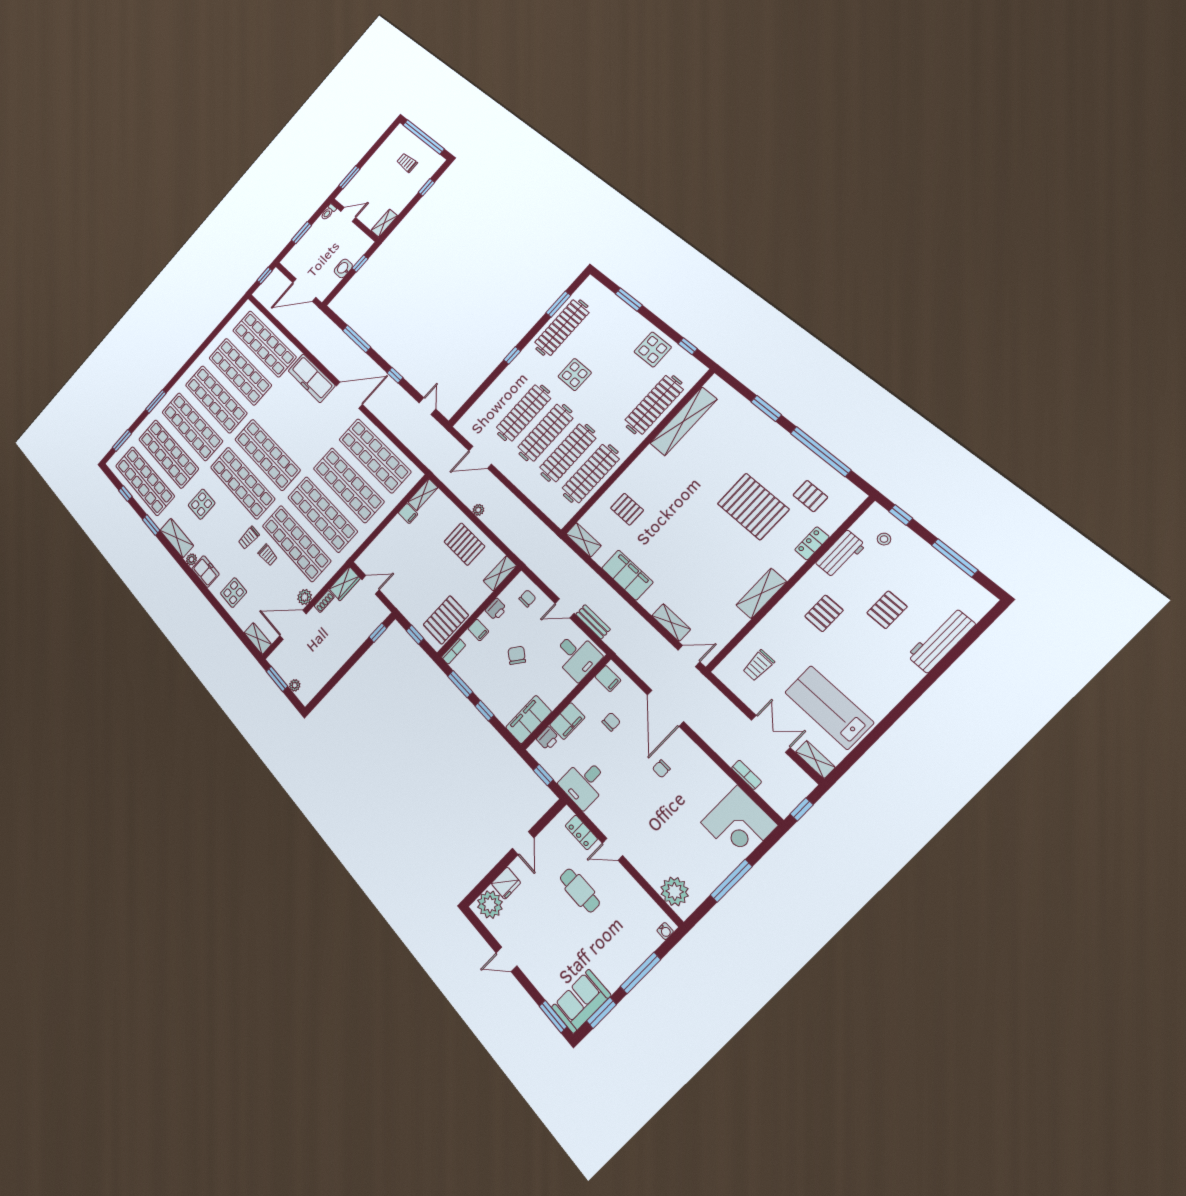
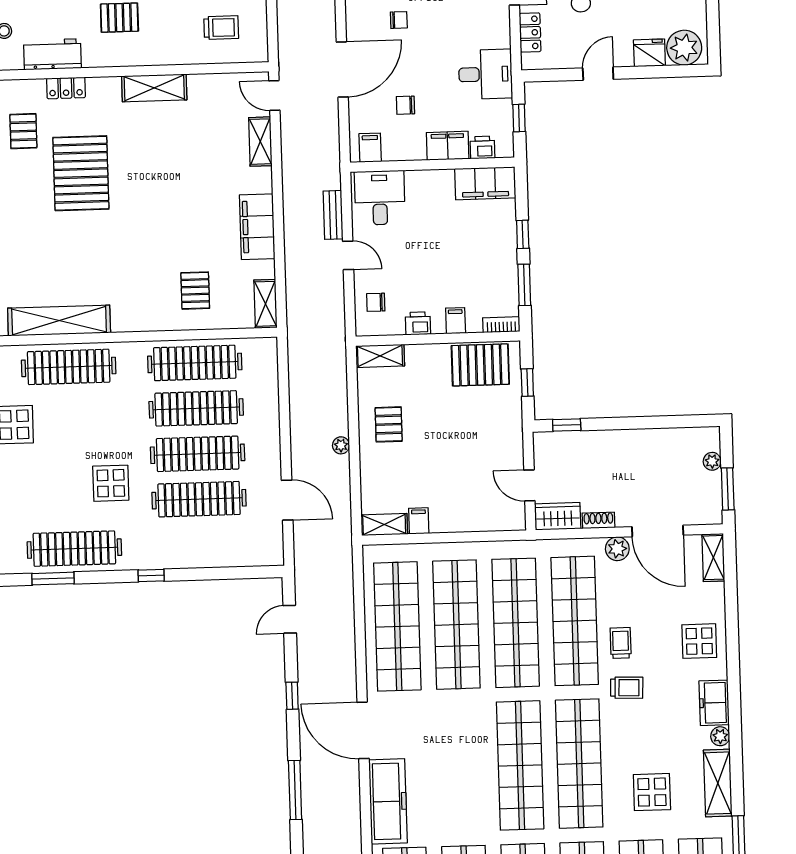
pallet: (464, 544) -> (389, 424), width x0.67, depth x0.71
chair: (517, 655) -> (439, 257), removed

